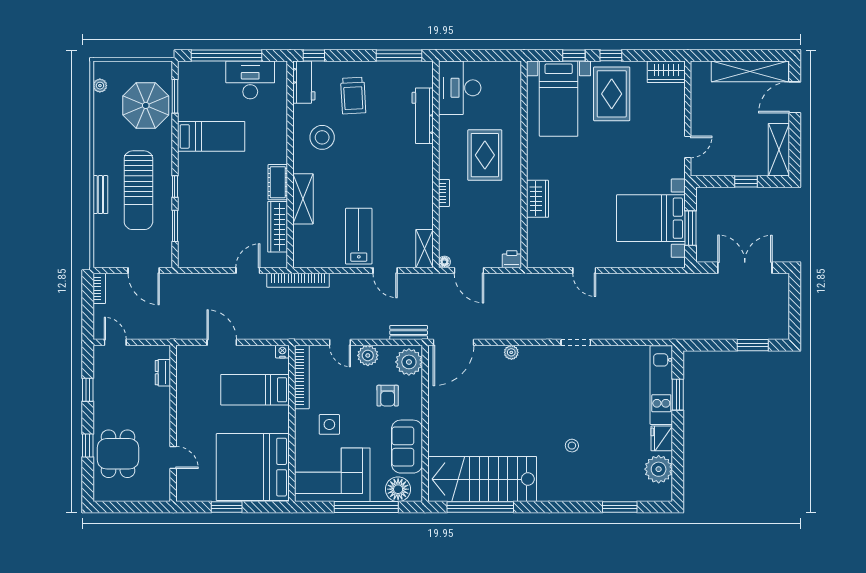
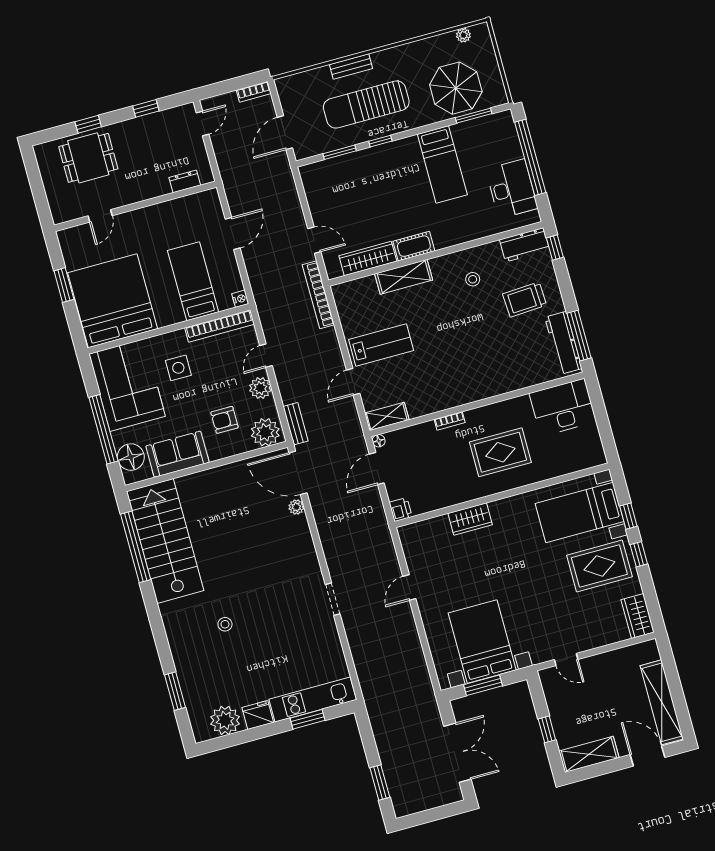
workbench: (423, 116) -> (563, 343), moved, turned -90
stool: (322, 137) -> (473, 279), width x0.53, depth x0.53
plant: (511, 352) -> (296, 507), moved

